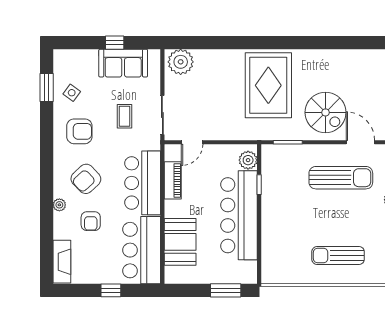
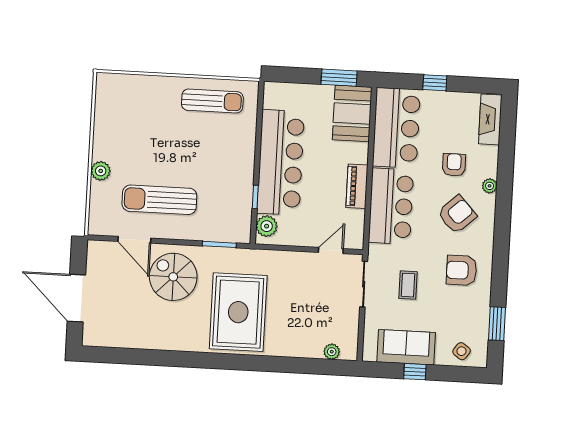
plant: (181, 62) -> (332, 352), width x0.53, depth x0.53
side table: (72, 93) -> (462, 351), moved
piano: (173, 180) -> (357, 186), moved
booth: (180, 242) -> (352, 113), moved
sun lounger: (338, 256) -> (212, 101), moved
window: (226, 290) -> (339, 78), moved

